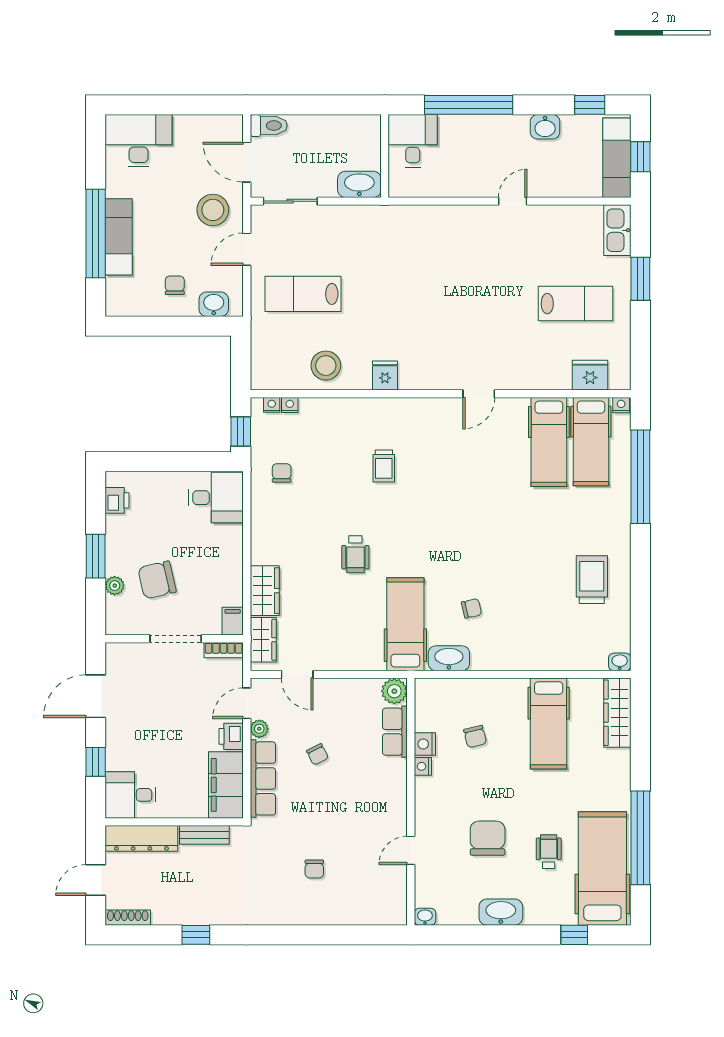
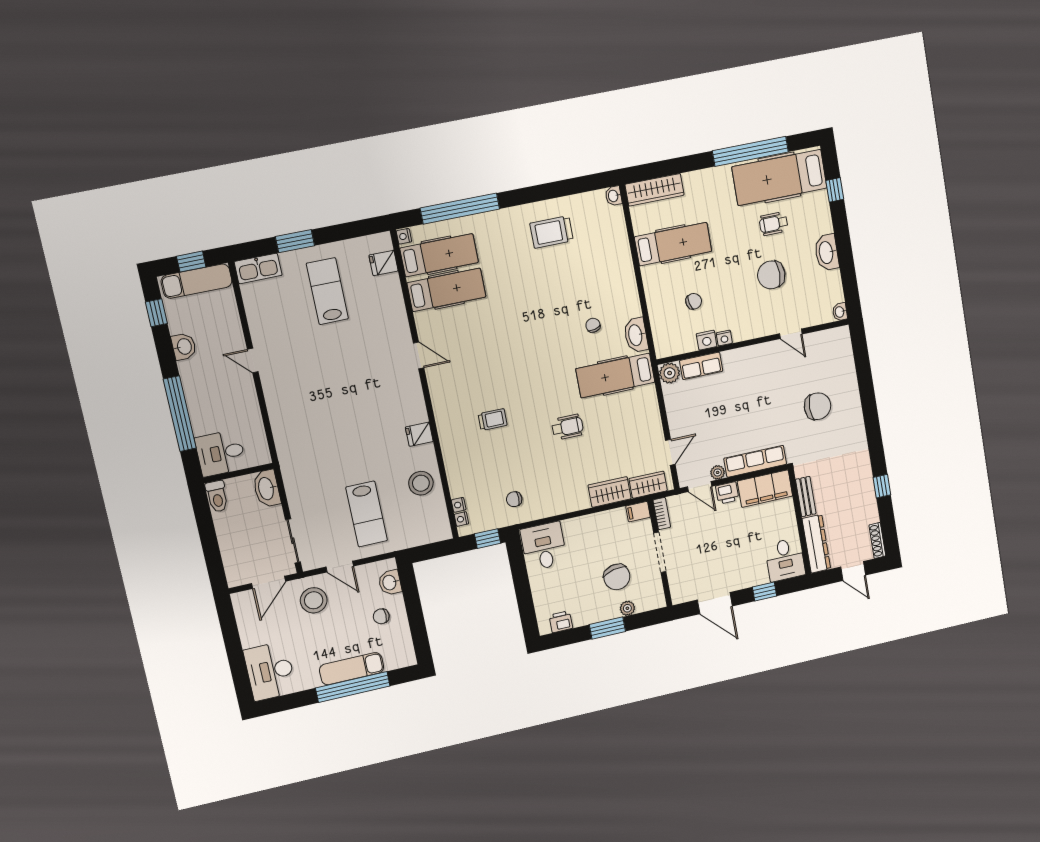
toilet: (269, 126) -> (217, 496), moved, turned 180
fridge: (590, 375) -> (384, 263), width x0.72
chair: (317, 754) -> (729, 423), removed
chair: (314, 869) -> (818, 406), width x1.87, depth x1.87

